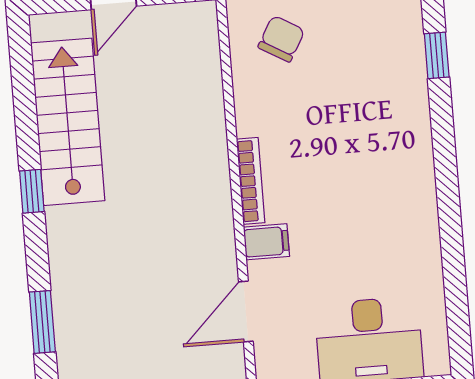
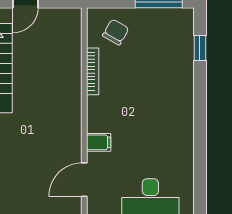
bookcase: (251, 181) -> (93, 71), moved

